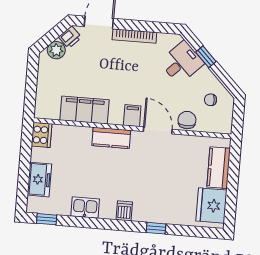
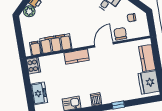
filing cabinet: (132, 116) -> (35, 48), moved
door: (158, 130) -> (104, 45), hinge flipped

